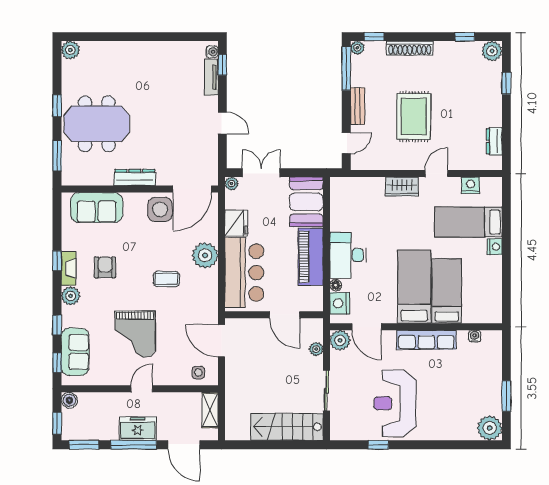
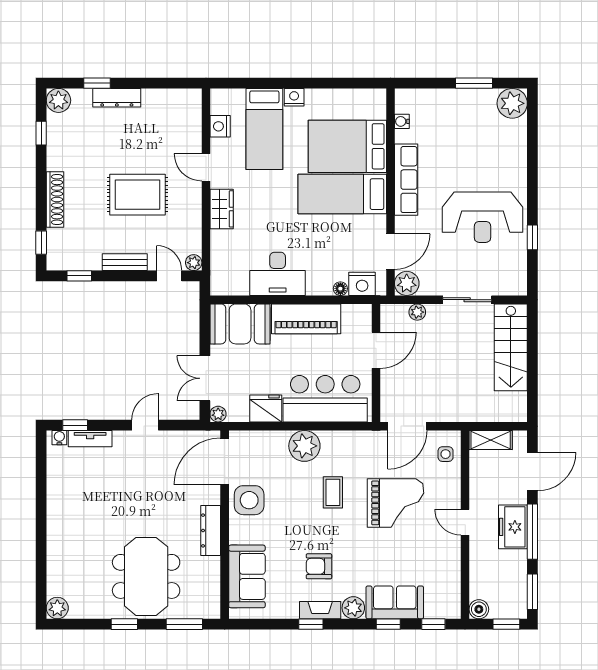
plant: (357, 48) -> (194, 263), moved
window: (346, 68) -> (79, 276), width x0.46
dresser: (494, 141) -> (117, 98), moved, width x1.44
door: (192, 189) -> (225, 461), swing flipped
desk: (348, 255) -> (278, 274), moved
bed: (447, 291) -> (347, 146), width x1.50
grand piano: (135, 334) -> (396, 503), moved
sofa: (75, 352) -> (395, 602), moved

